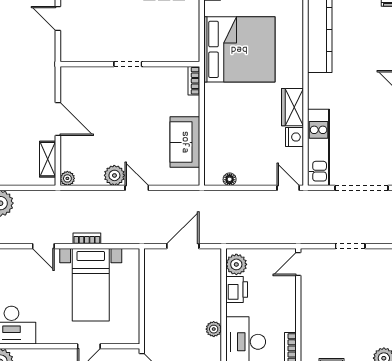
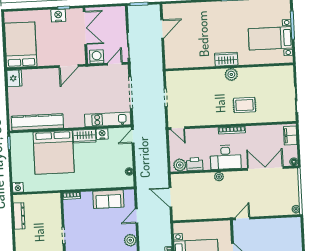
bed: (239, 49) -> (54, 152), moved, turned 180
door: (137, 188) -> (137, 216), moved

